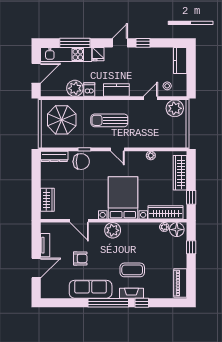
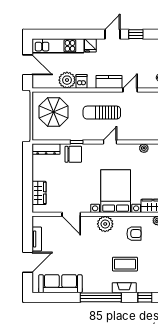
window: (75, 43) -> (67, 34), removed
door: (36, 73) -> (28, 65), hinge flipped
door: (151, 98) -> (130, 90), moved
door: (117, 149) -> (110, 142), swing flipped
armchair: (80, 258) -> (134, 234), moved
sofa: (91, 289) -> (60, 284), moved
window: (142, 303) -> (145, 297), moved

